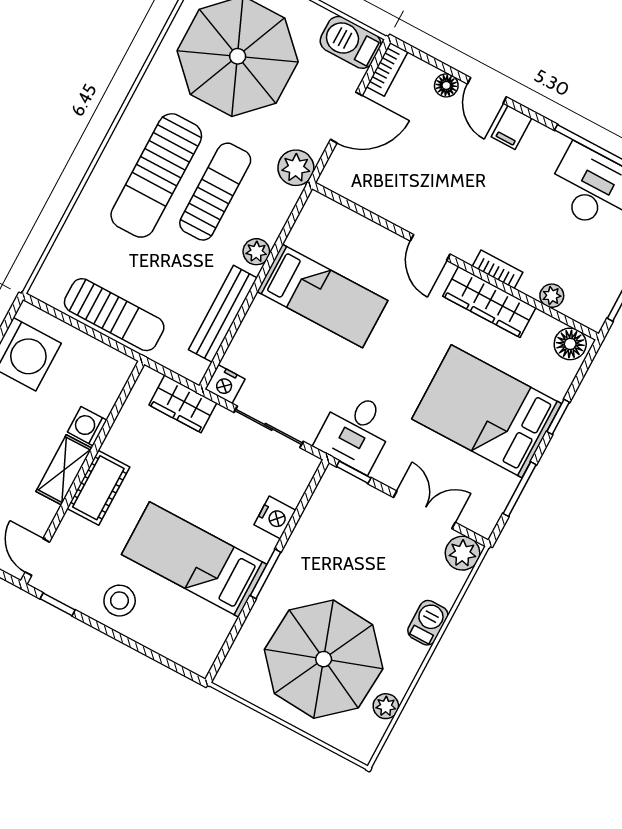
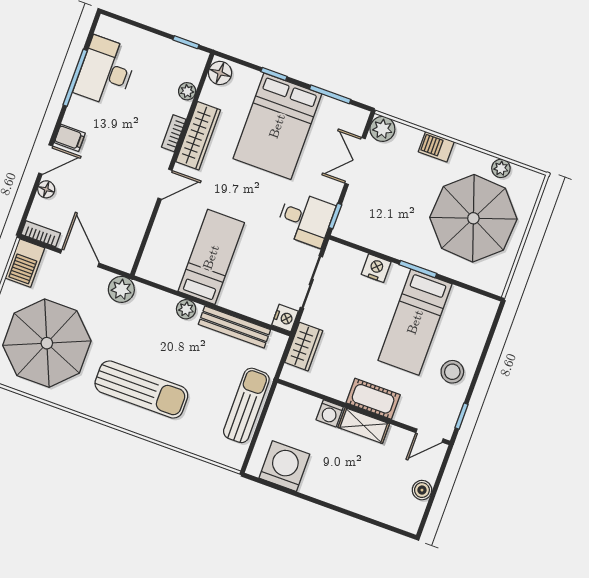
sun lounger: (215, 192) -> (147, 345), removed

